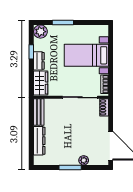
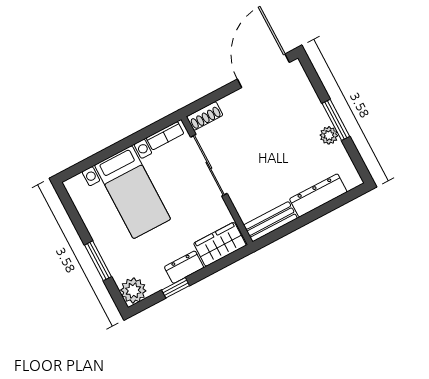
plant: (84, 160) -> (329, 135), moved

